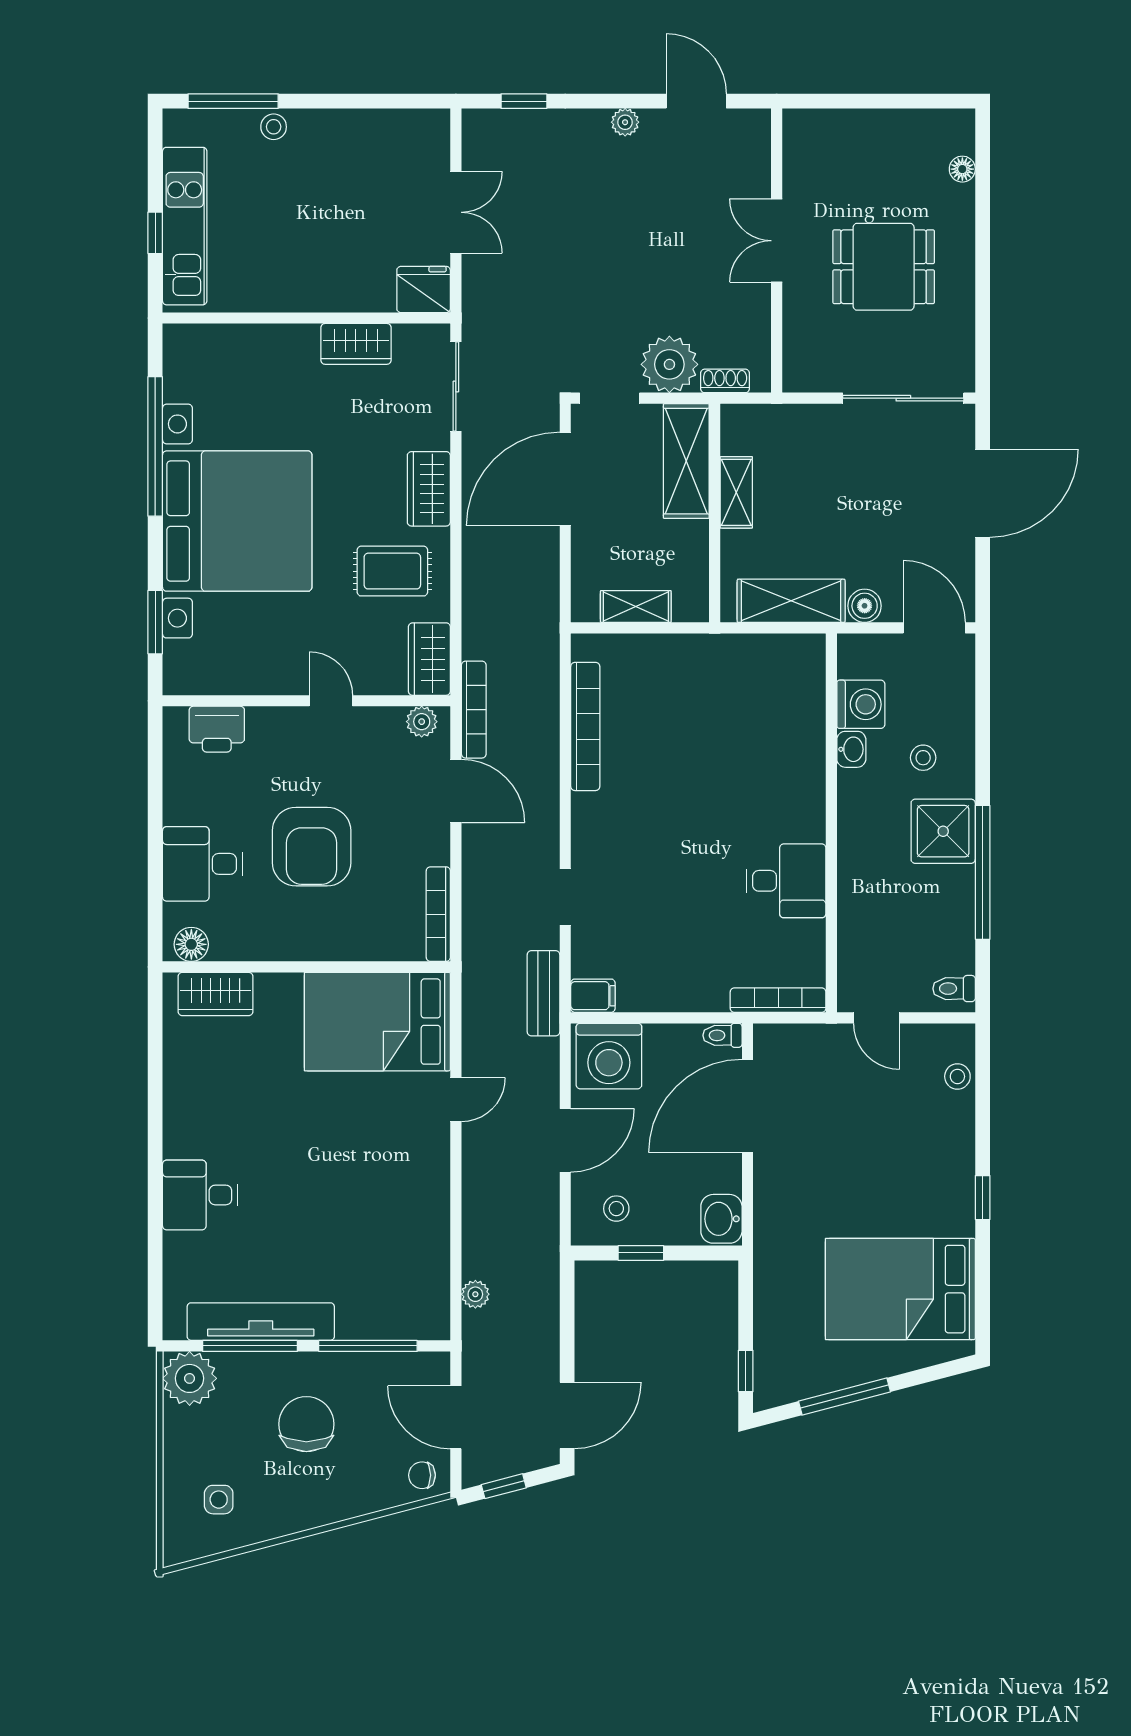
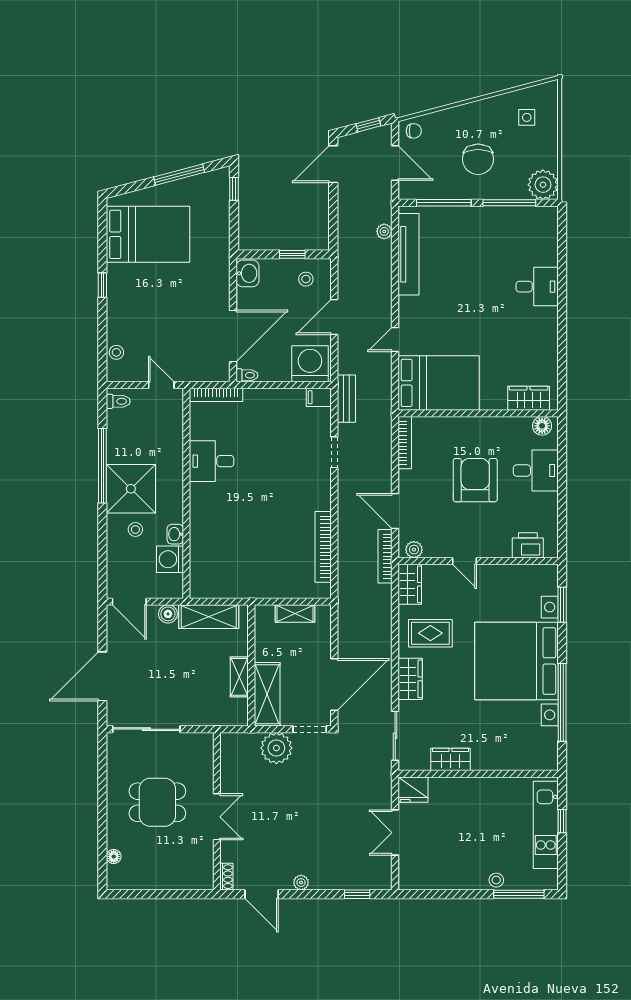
shoe rack: (725, 381) -> (226, 877), moved, turned -90
shower: (943, 831) -> (131, 489), width x1.37, depth x1.37
tv unit: (261, 1322) -> (409, 254), moved, turned -90

